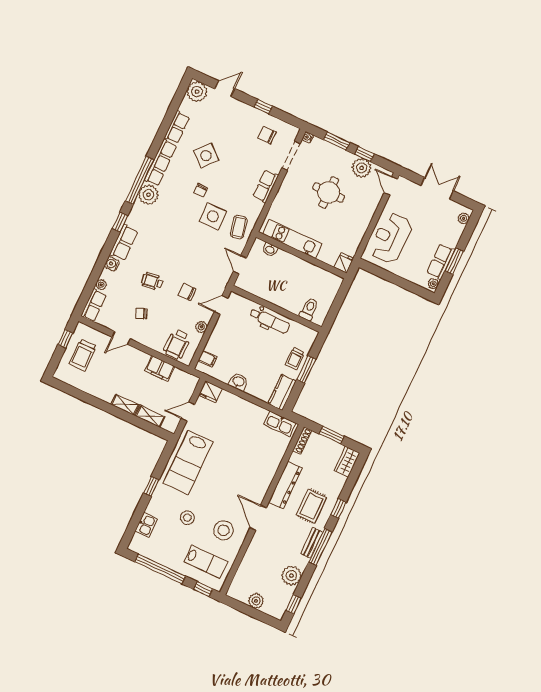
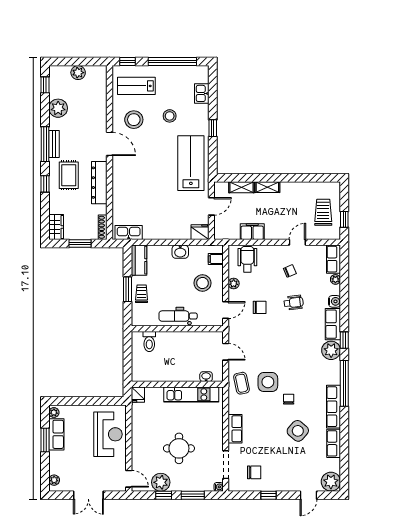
plant: (148, 195) -> (331, 350), moved
stool: (231, 341) -> (202, 283), added

